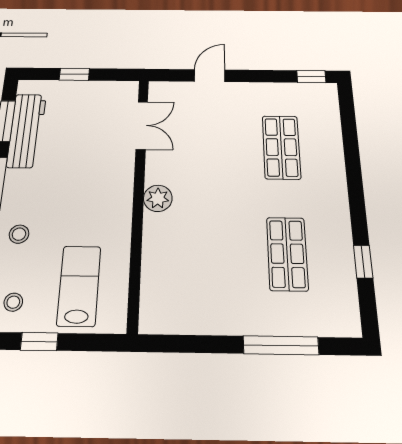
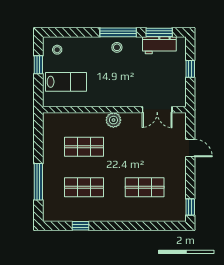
workbench: (27, 130) -> (159, 45), width x0.73
stool: (19, 234) -> (117, 47), moved
shop shelf: (208, 253) -> (84, 147), added

